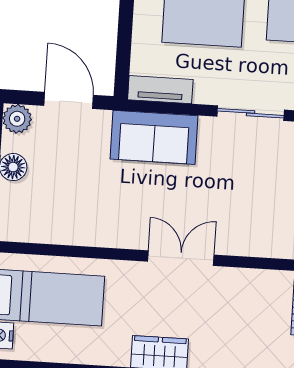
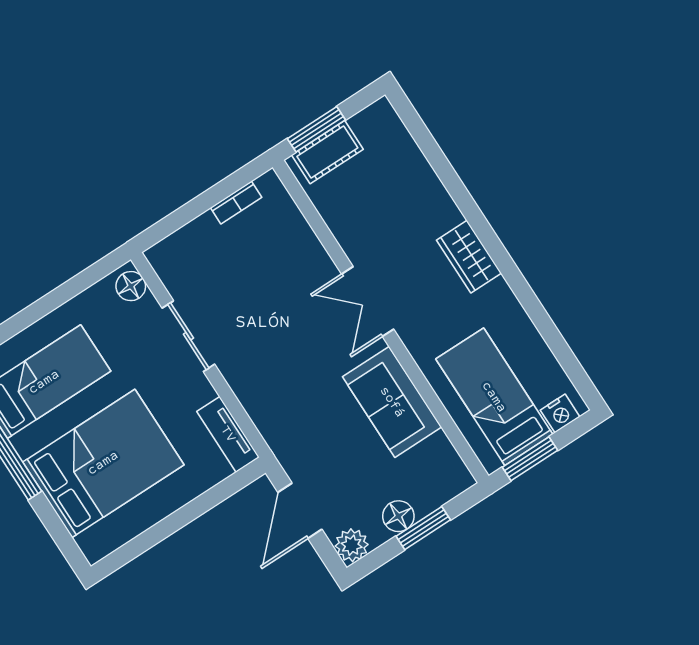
sofa: (154, 137) -> (392, 402), moved, turned 180

